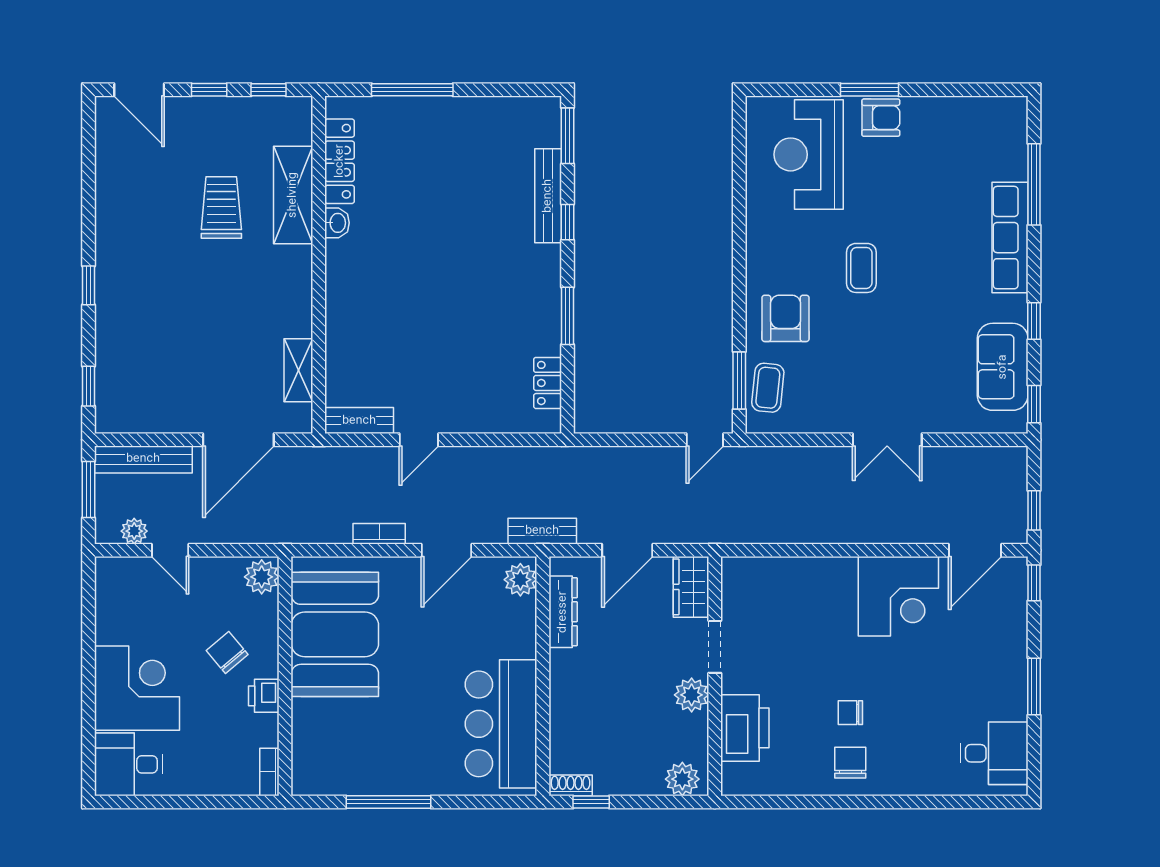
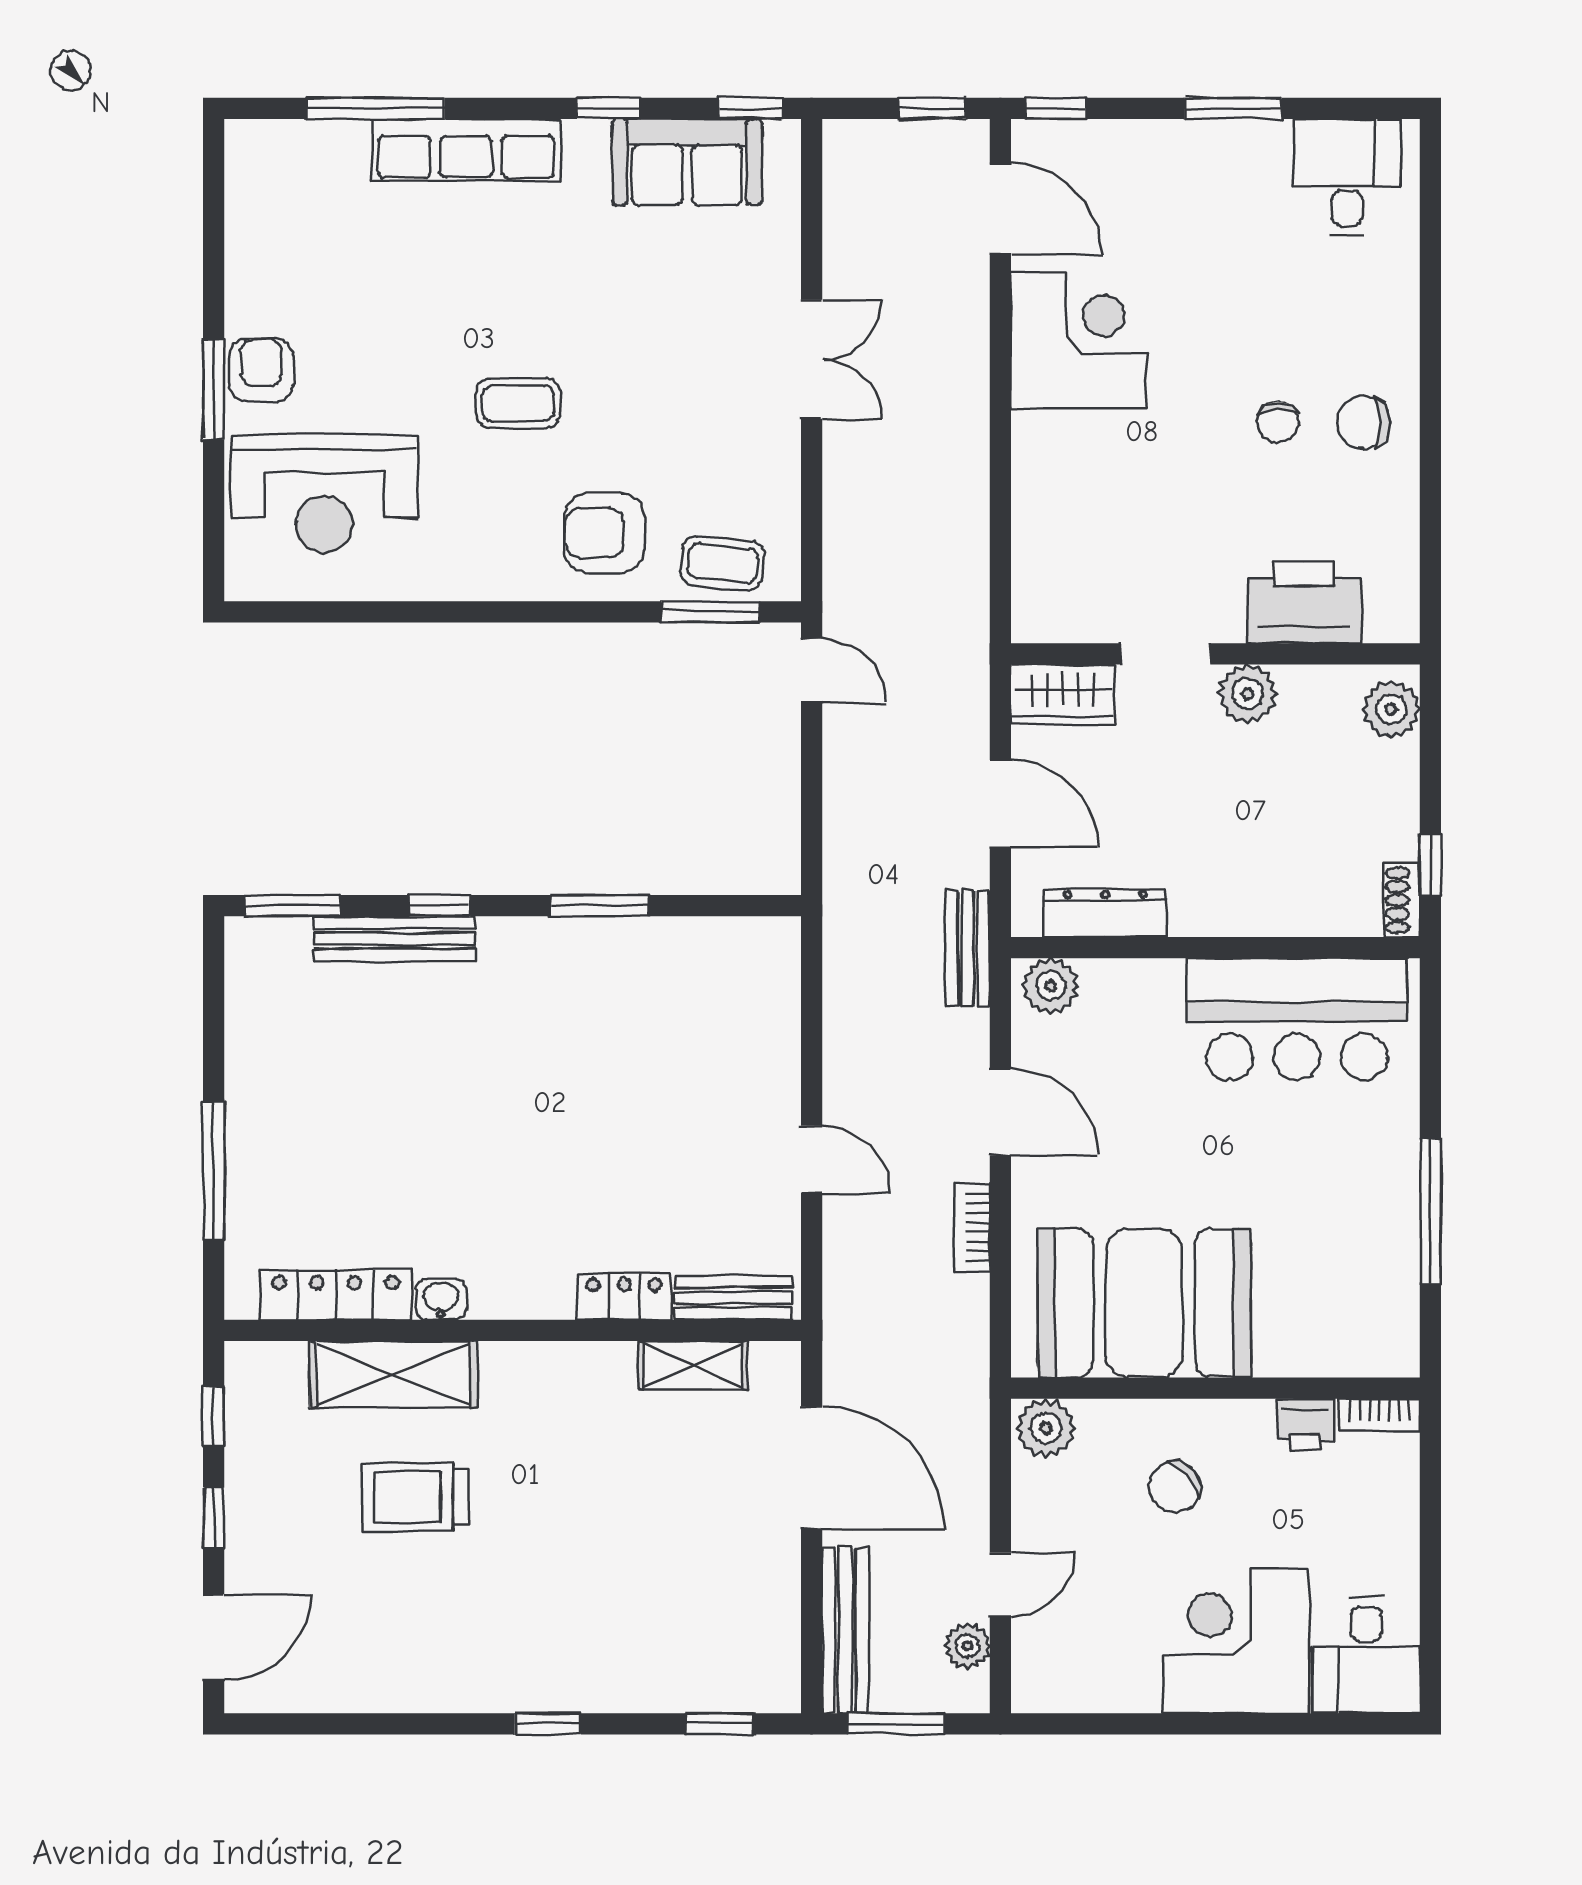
locker: (548, 383) -> (624, 1297), moved, turned 180
bench: (359, 421) -> (733, 1298), moved, turned 90
printer: (264, 696) -> (1306, 1424), moved

